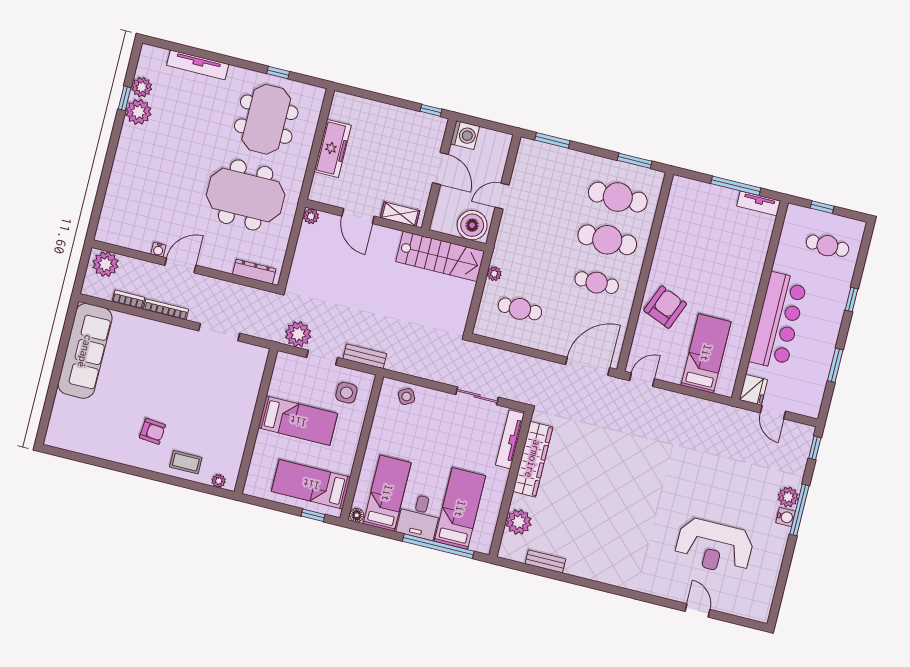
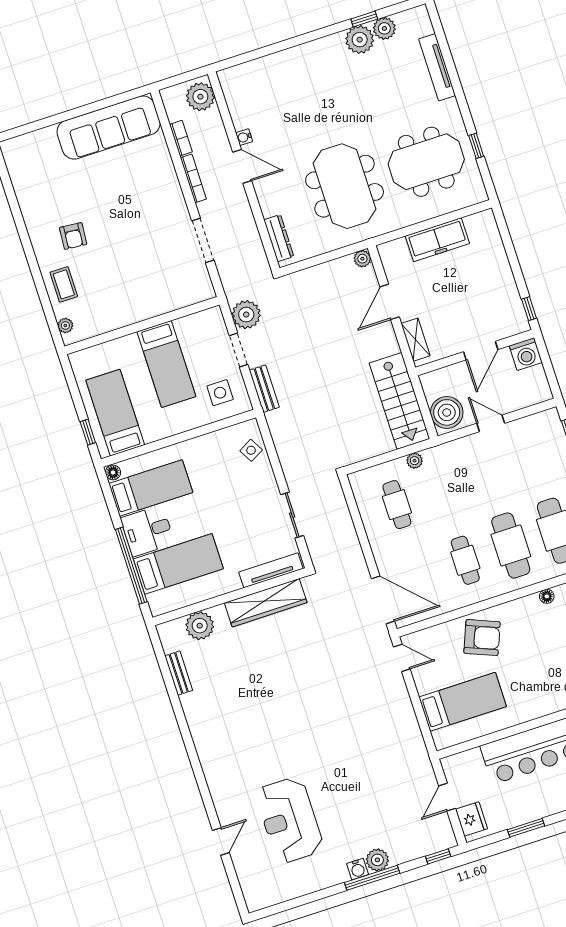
floor lamp: (665, 236) -> (547, 596), added
fridge: (753, 390) -> (471, 819), moved, turned -90

